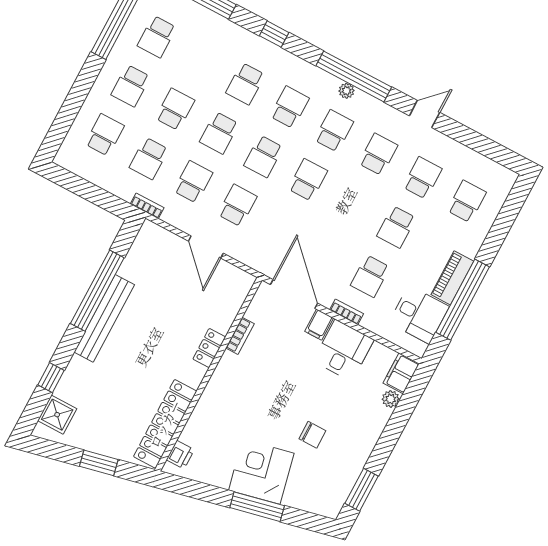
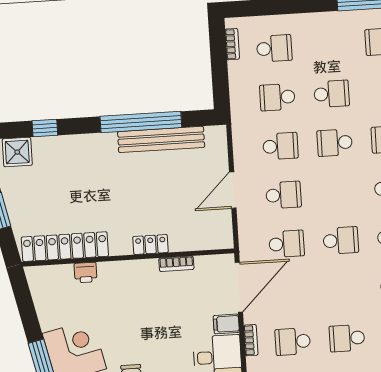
school desk: (131, 86) -> (328, 45), removed
school desk: (264, 156) -> (287, 244), moved, turned 180
bookcase: (147, 206) -> (232, 44), moved
bench: (104, 318) -> (161, 139), moved
printer: (180, 455) -> (86, 273), moved

